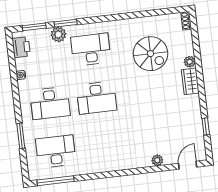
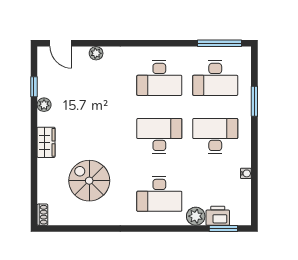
window: (66, 23) -> (186, 229), removed
printer: (21, 47) -> (218, 216), moved, turned 90
plant: (190, 62) -> (44, 105), moved
desk: (102, 146) -> (159, 78), added
door: (188, 165) -> (61, 43), hinge flipped

